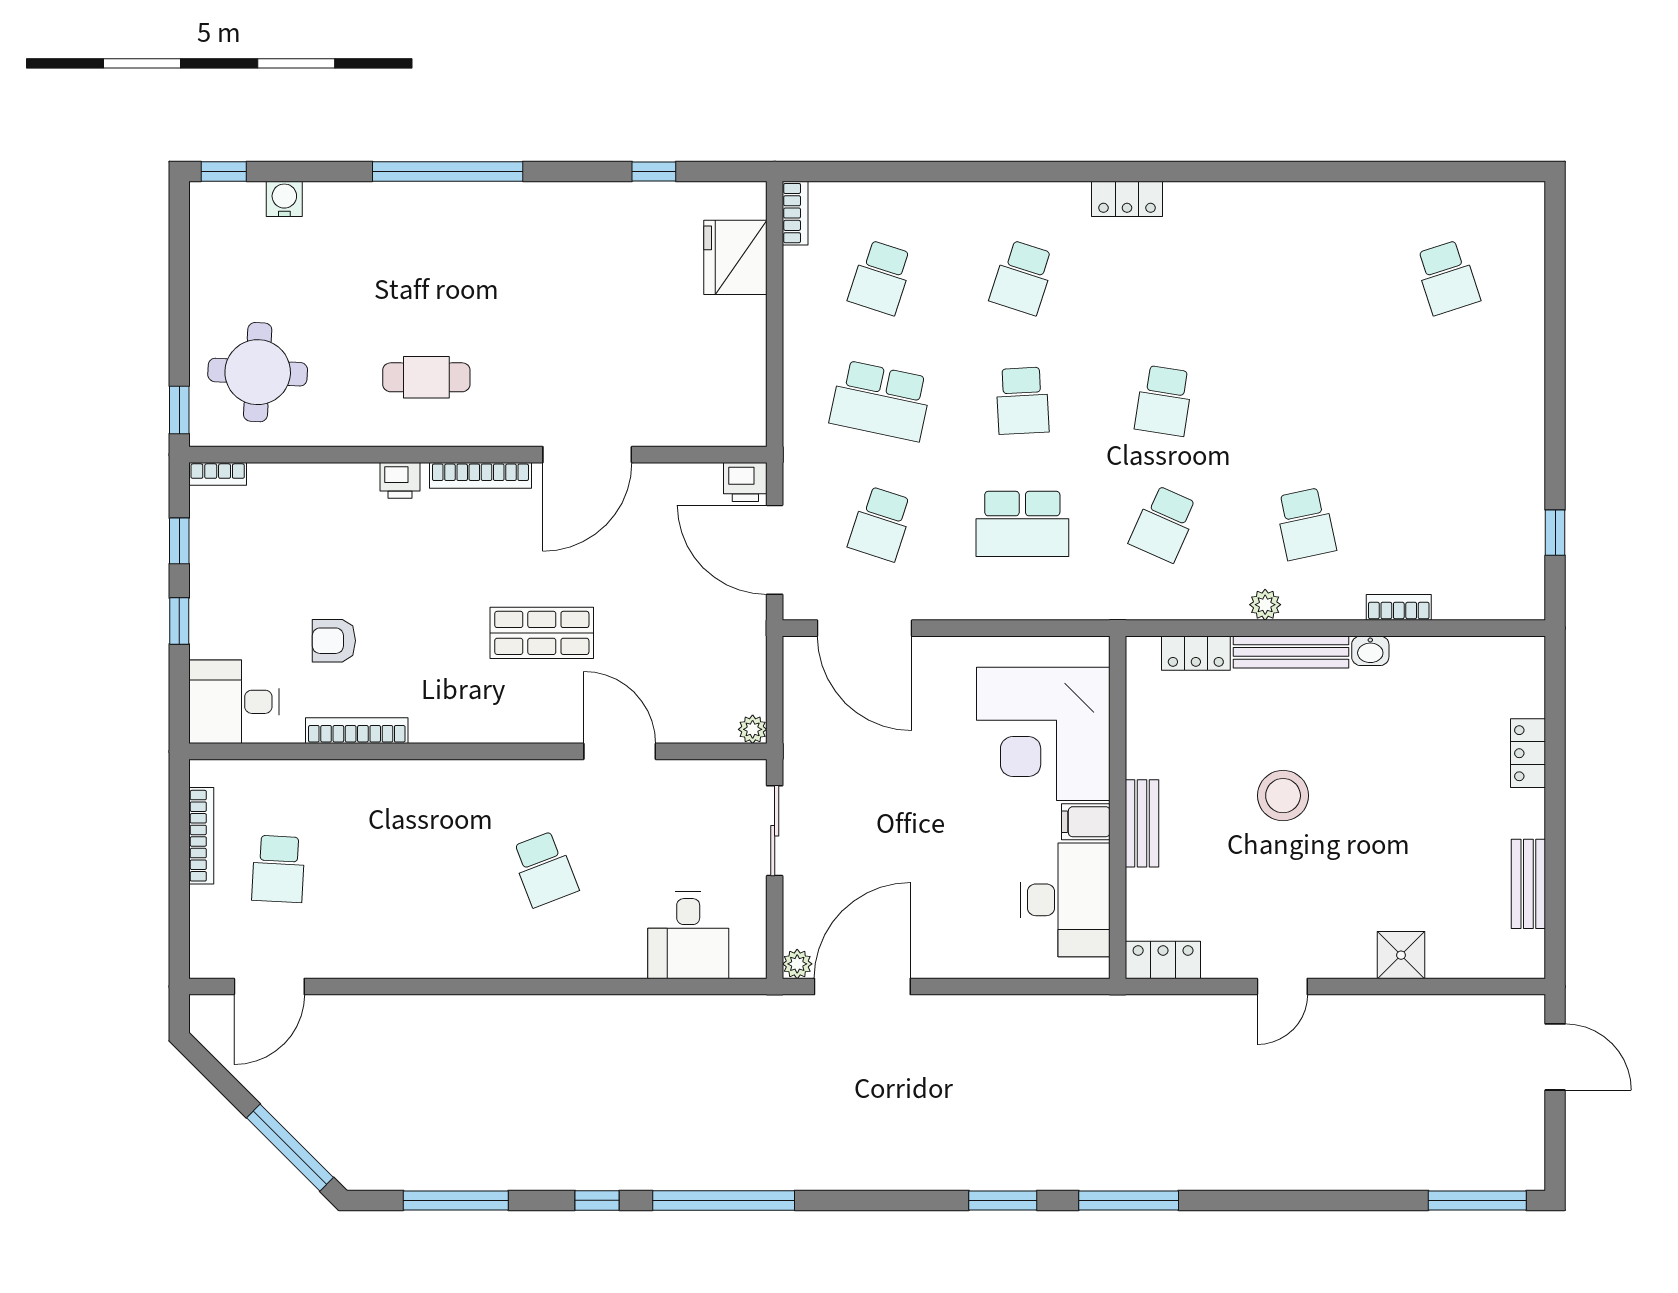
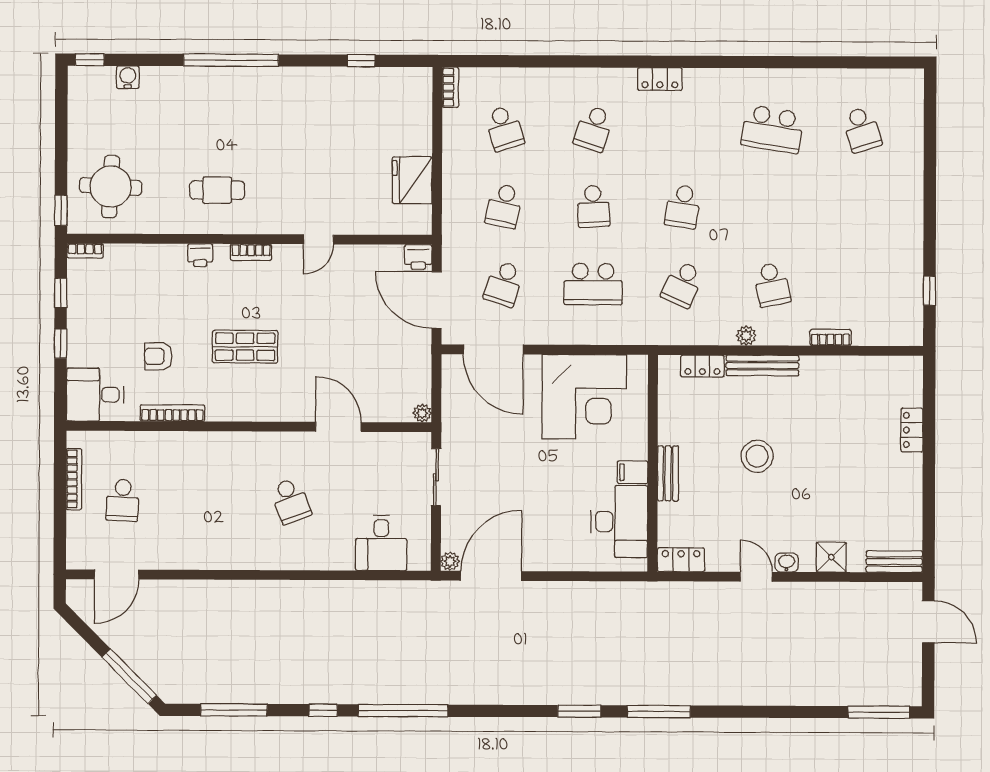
fridge: (735, 257) -> (412, 180), moved
school desk: (881, 278) -> (504, 128), turned -36
school desk: (1305, 278) -> (772, 129), added
school desk: (881, 401) -> (504, 206), width x0.54
door: (587, 455) -> (319, 239), width x0.53
bookcase: (480, 475) -> (251, 252), width x0.64
shop shelf: (542, 633) -> (245, 347), moved
washbasin: (1370, 651) -> (787, 563), moved, turned 180
corner desk: (1043, 734) -> (584, 397), moved, turned -90
bench: (1528, 884) -> (894, 562), moved, turned 90
door: (1282, 987) -> (756, 577), swing flipped

